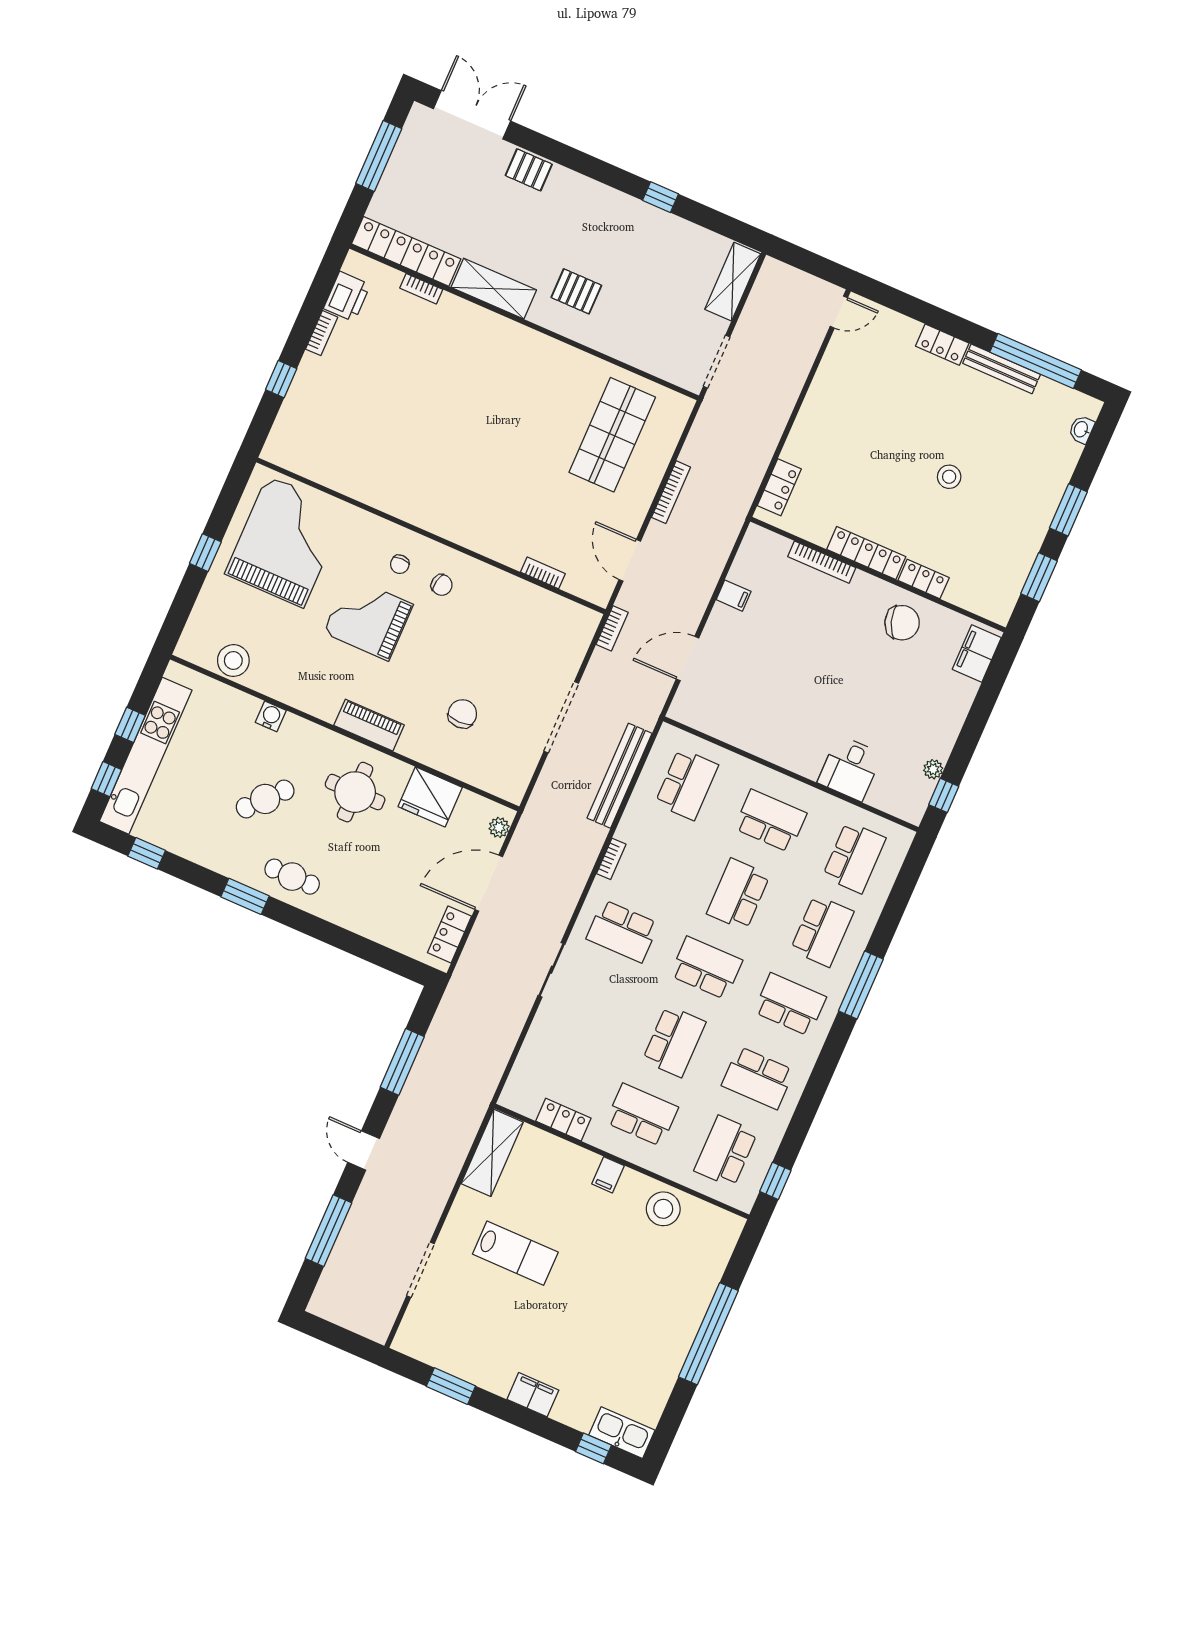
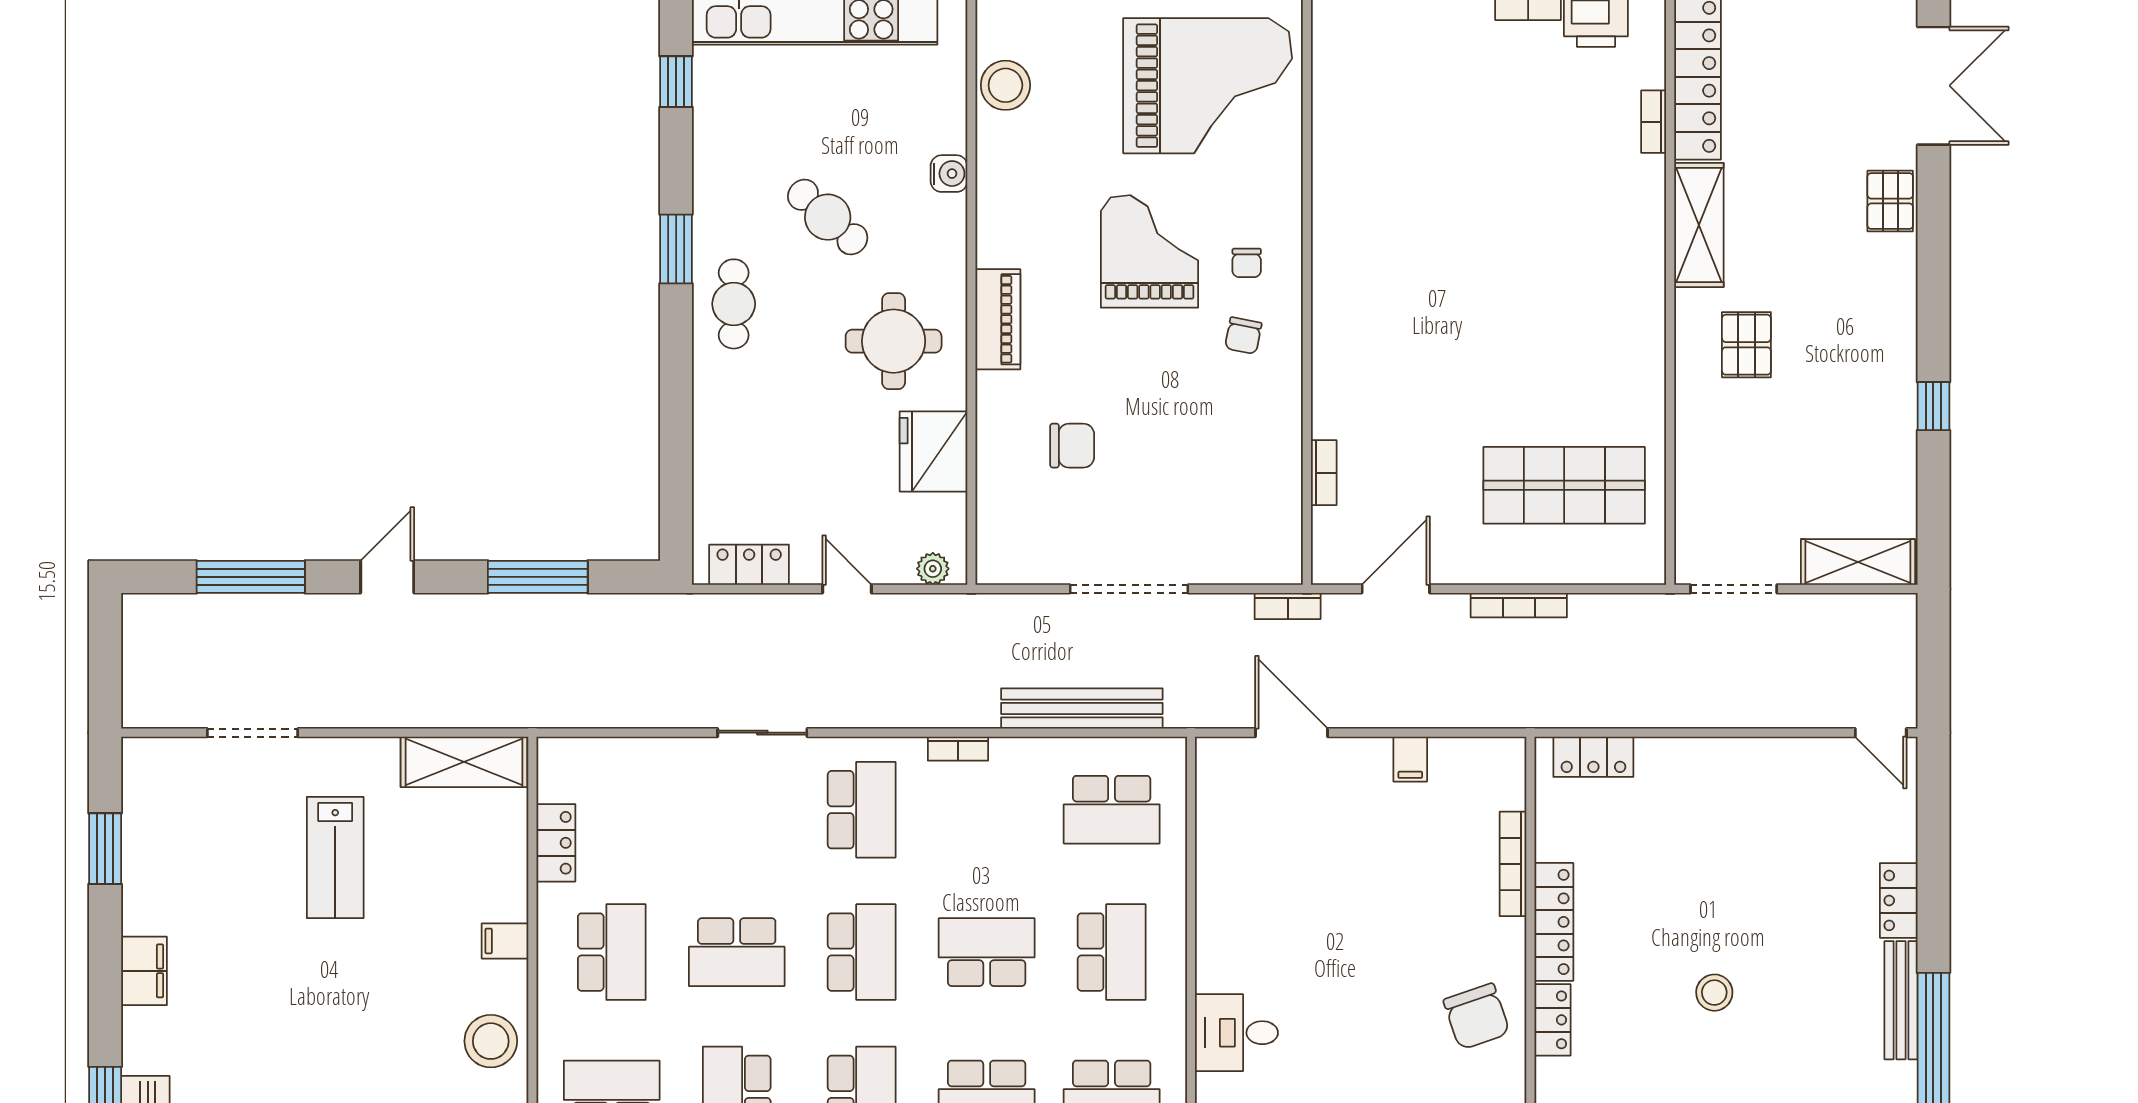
chair: (400, 564) -> (1247, 263), turned -90
door: (489, 883) -> (847, 589), width x0.53
school desk: (622, 931) -> (862, 810), turned 180

